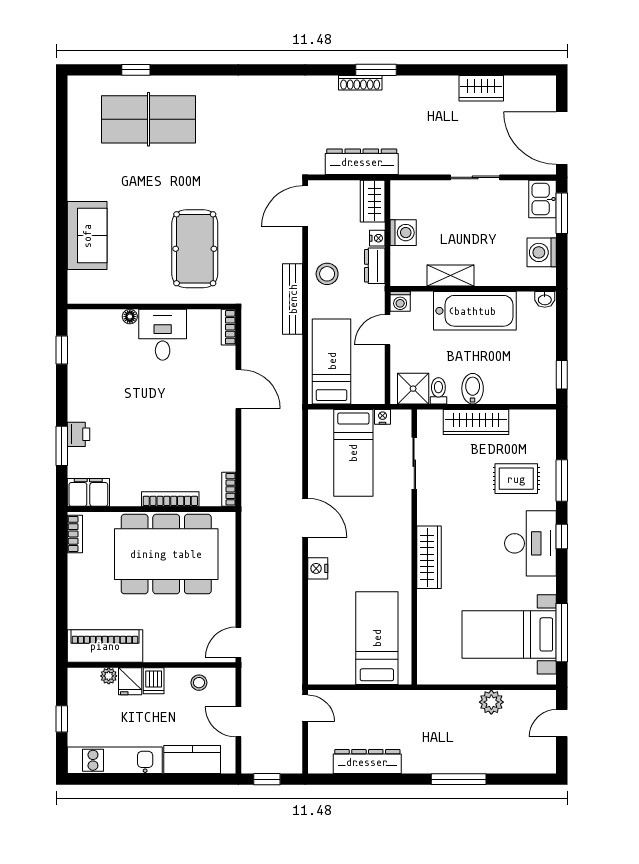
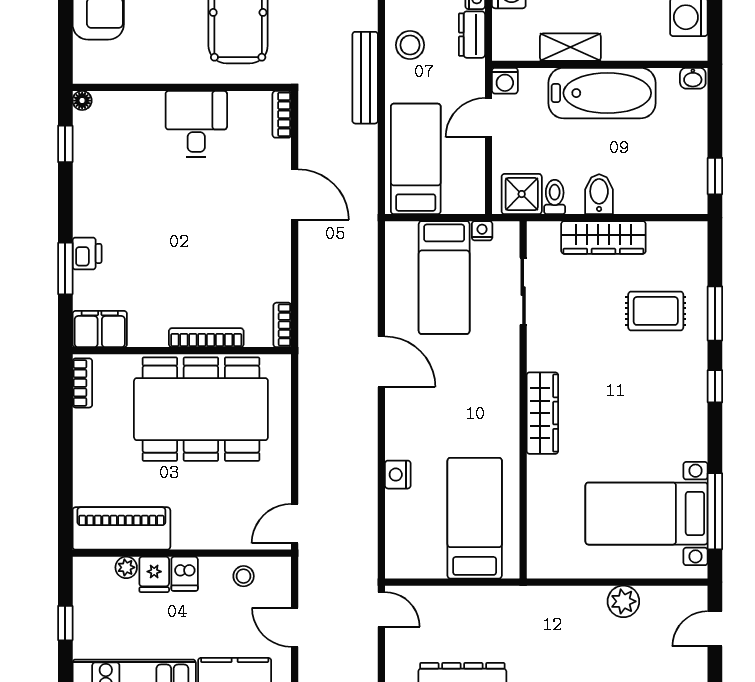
floor lamp: (130, 317) -> (82, 101), moved
desk: (530, 543) -> (674, 395), removed
nightstand: (318, 568) -> (398, 475), moved

